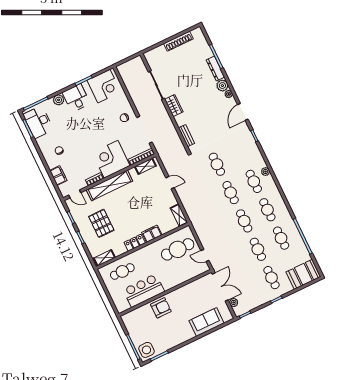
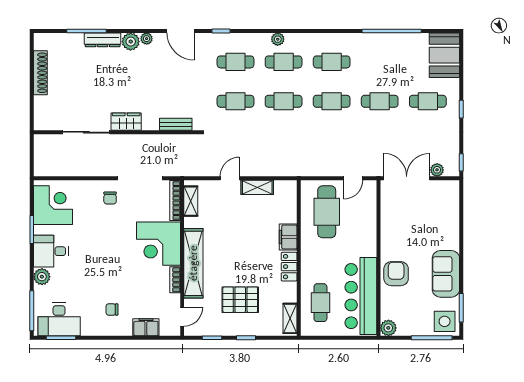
shelving: (179, 215) -> (257, 187), moved
cafe table: (281, 238) -> (235, 62), moved
bar counter: (144, 290) -> (361, 296), width x1.36
plant: (127, 319) -> (388, 328), added
sofa: (207, 322) -> (446, 274), moved

